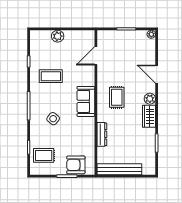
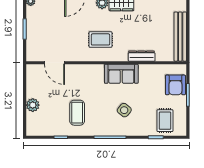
sofa: (86, 101) -> (121, 74), moved

